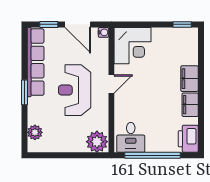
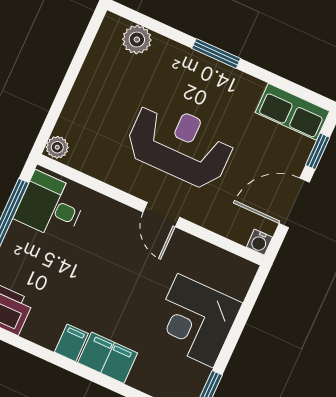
corner desk: (133, 46) -> (195, 321), moved
row of seats: (36, 62) -> (292, 112), width x0.50
filing cabinet: (190, 105) -> (71, 343), width x0.50
plant: (97, 142) -> (57, 147), width x0.53, depth x0.53

